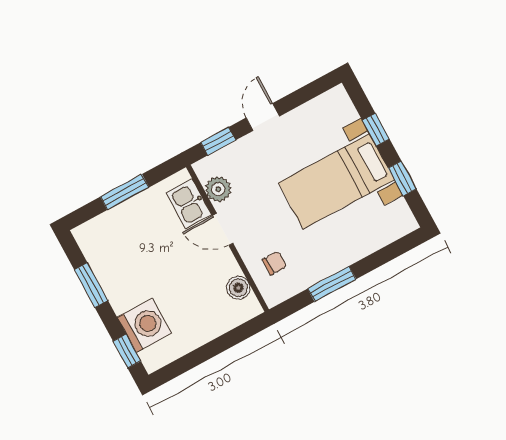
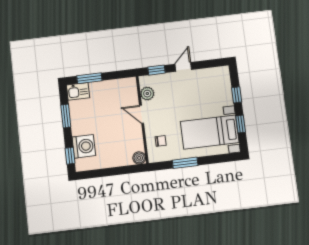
bed with nightstands: (336, 181) -> (210, 132), moved
window: (125, 192) -> (89, 78), moved
kitchen sink: (189, 204) -> (78, 91), moved, turned -90
boiler: (238, 288) -> (139, 158), moved

